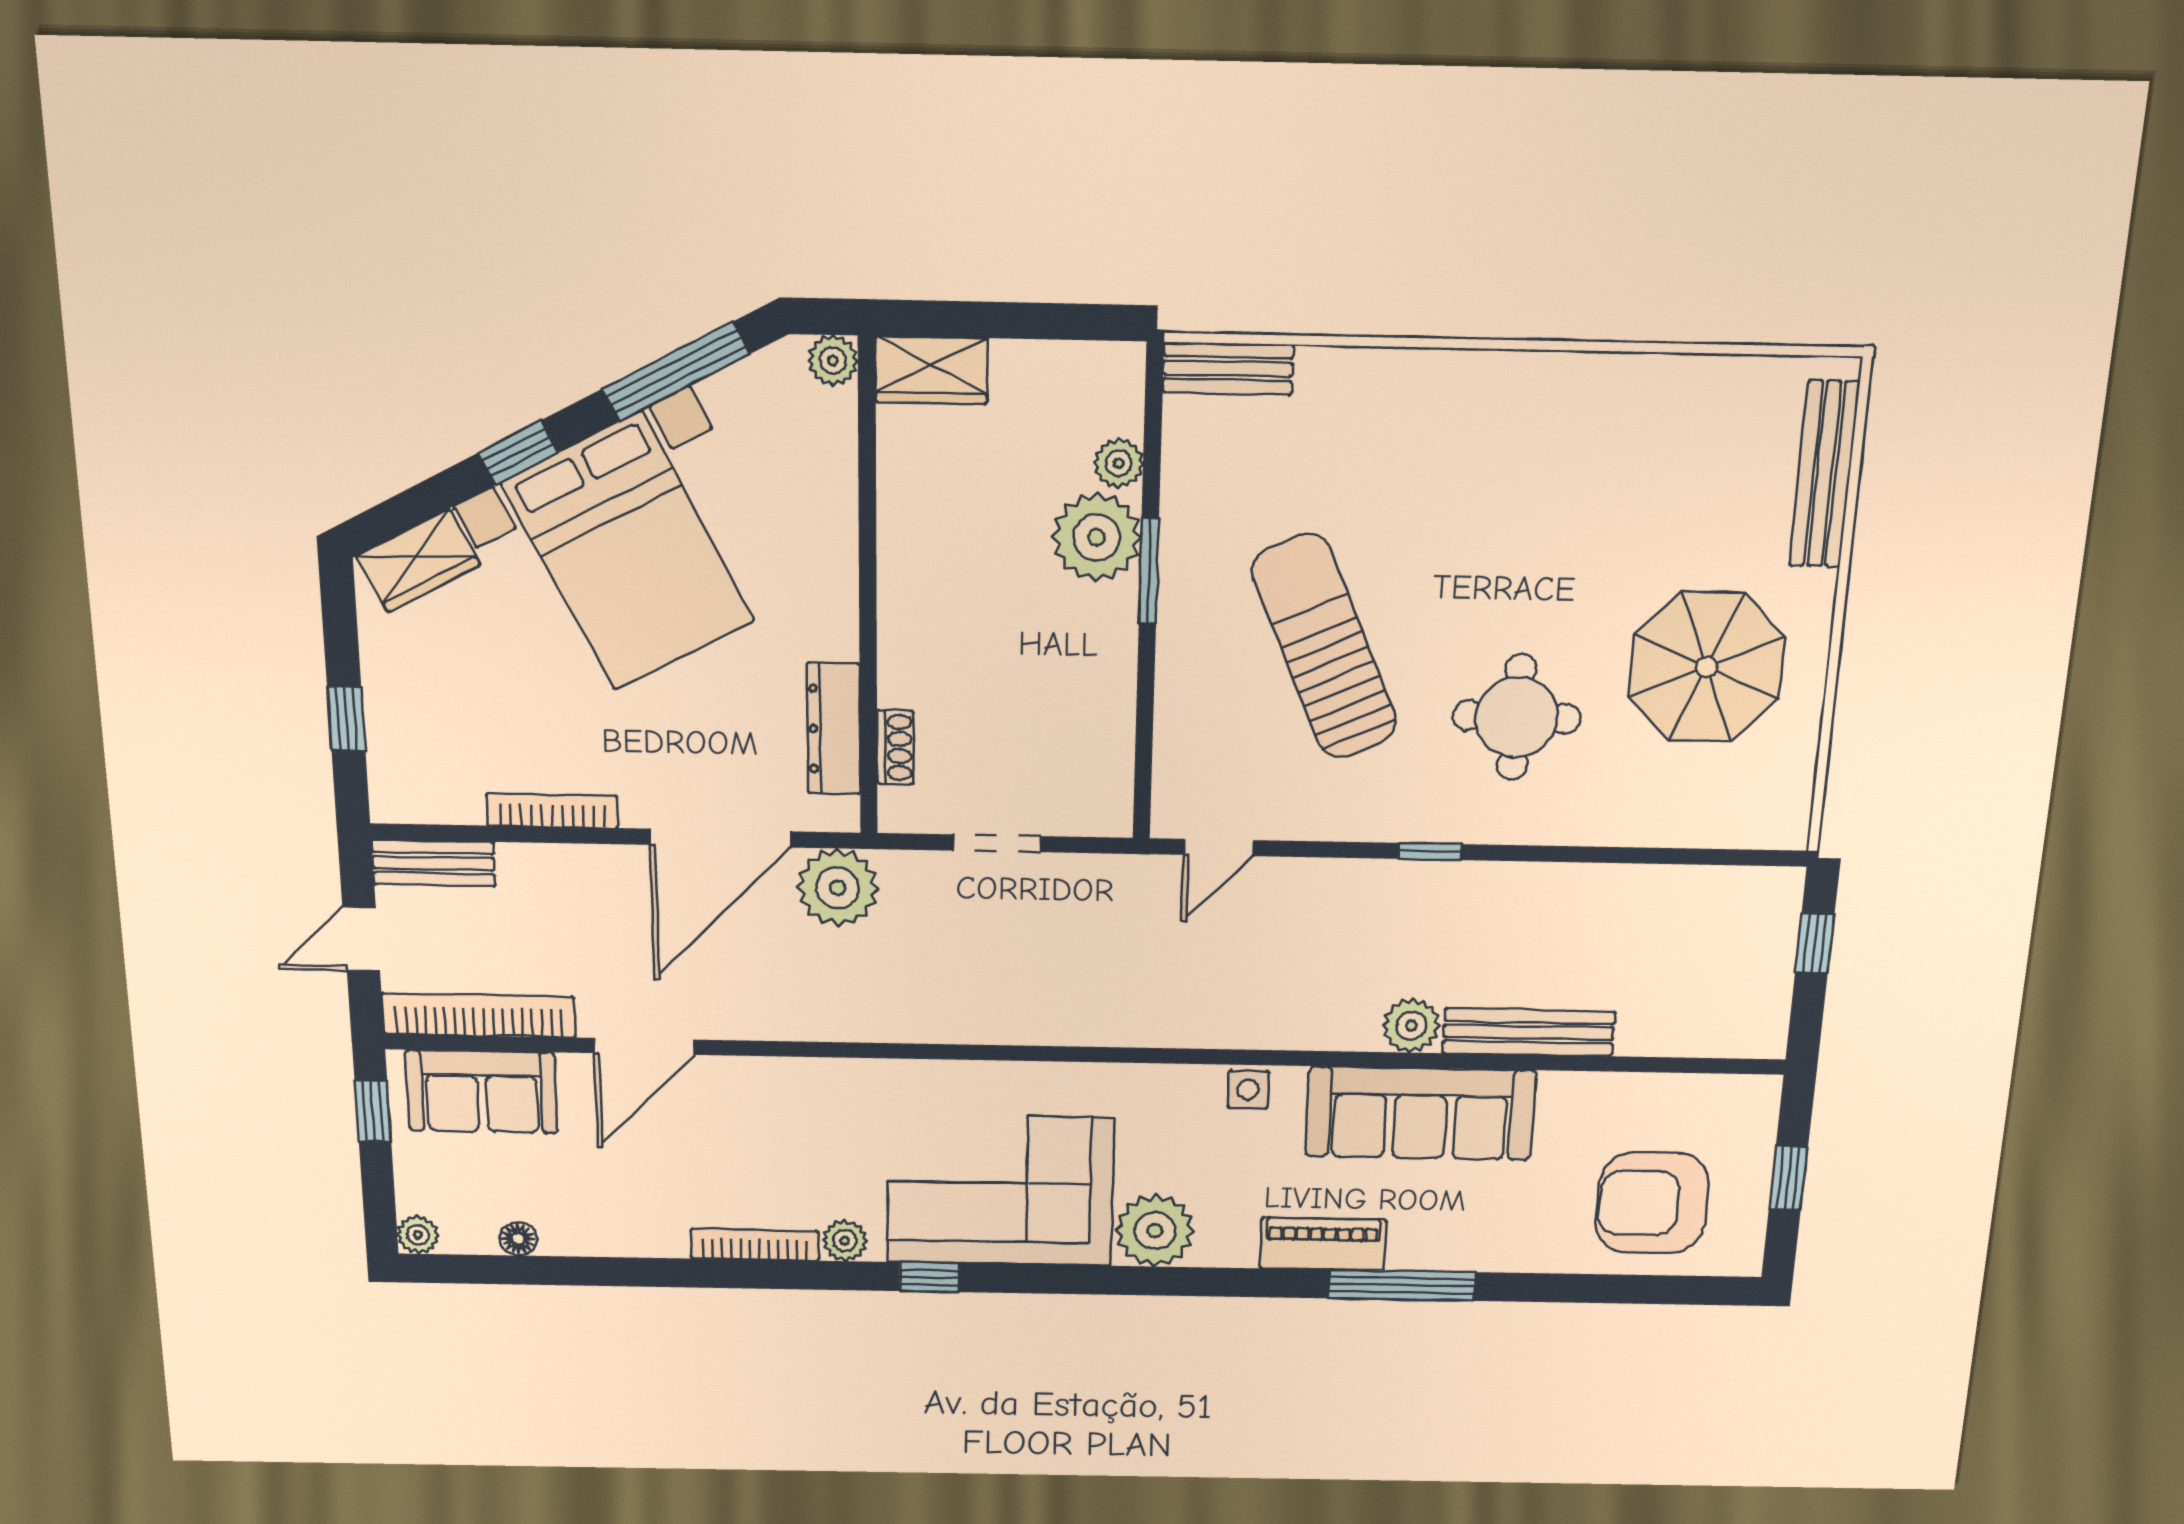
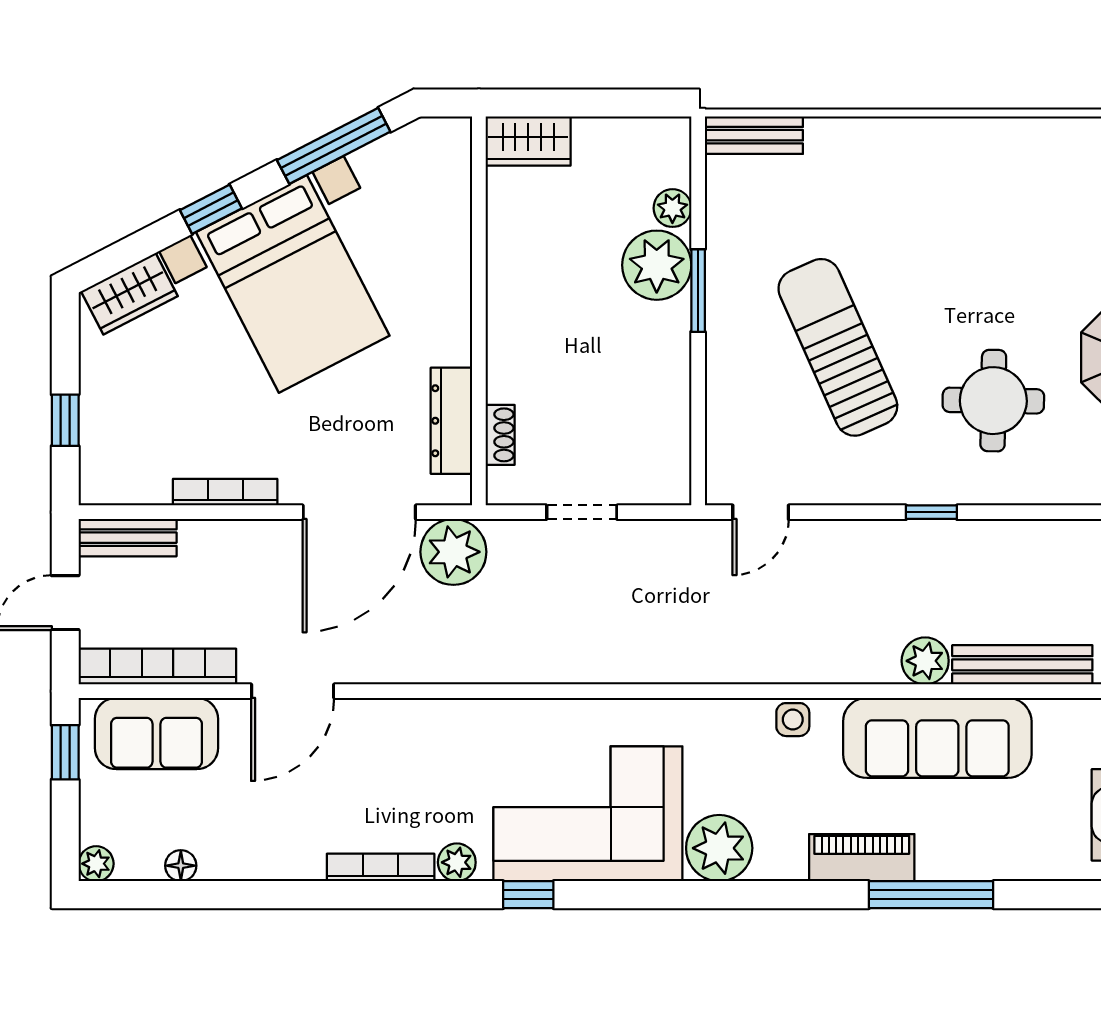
plant: (833, 360) -> (453, 135), removed

